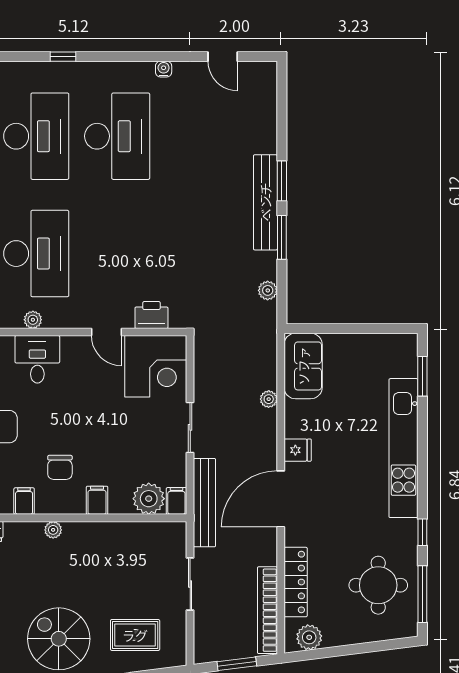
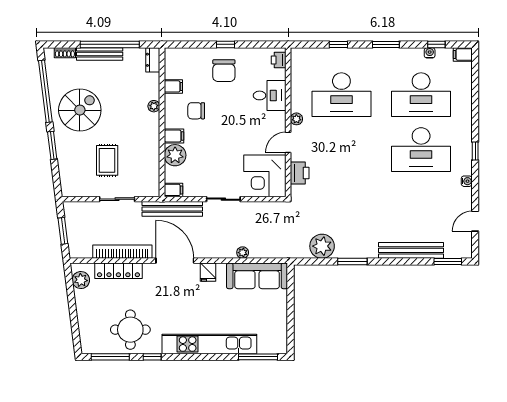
window: (63, 57) -> (475, 151), moved
window: (282, 181) -> (448, 261), moved
bench: (265, 202) -> (411, 250), moved
plant: (268, 290) -> (322, 246), width x1.87, depth x1.87
plant: (33, 320) -> (296, 119), moved
sofa: (303, 366) -> (257, 276), width x1.36
window: (422, 376) -> (258, 357), width x1.44
plant: (149, 499) -> (175, 155), moved
round table: (378, 585) -> (130, 330), moved
bookcase: (267, 610) -> (122, 252), moved
rug: (135, 635) -> (107, 160), moved

